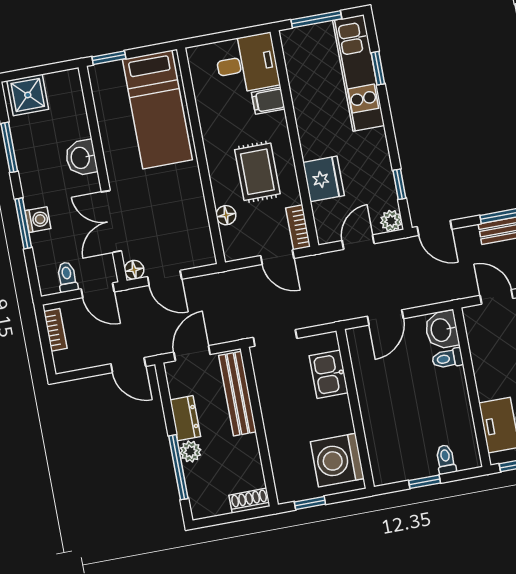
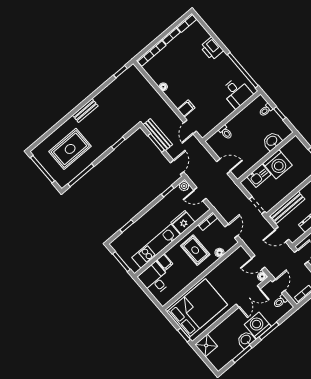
kitchen unit: (359, 73) -> (156, 246), moved, turned 180
shower: (28, 95) -> (206, 345), moved
bed: (157, 110) -> (197, 308), width x1.50
washbasin: (81, 158) -> (246, 340), moved, turned 180
rug: (257, 172) -> (195, 250), turned 90
washing machine: (38, 220) -> (258, 325), width x1.89, depth x1.89
door: (277, 257) -> (231, 231), moved
door: (165, 278) -> (258, 263), swing flipped
washbasin: (442, 330) -> (272, 141), moved, turned 180
washing machine: (337, 460) -> (277, 164), moved

